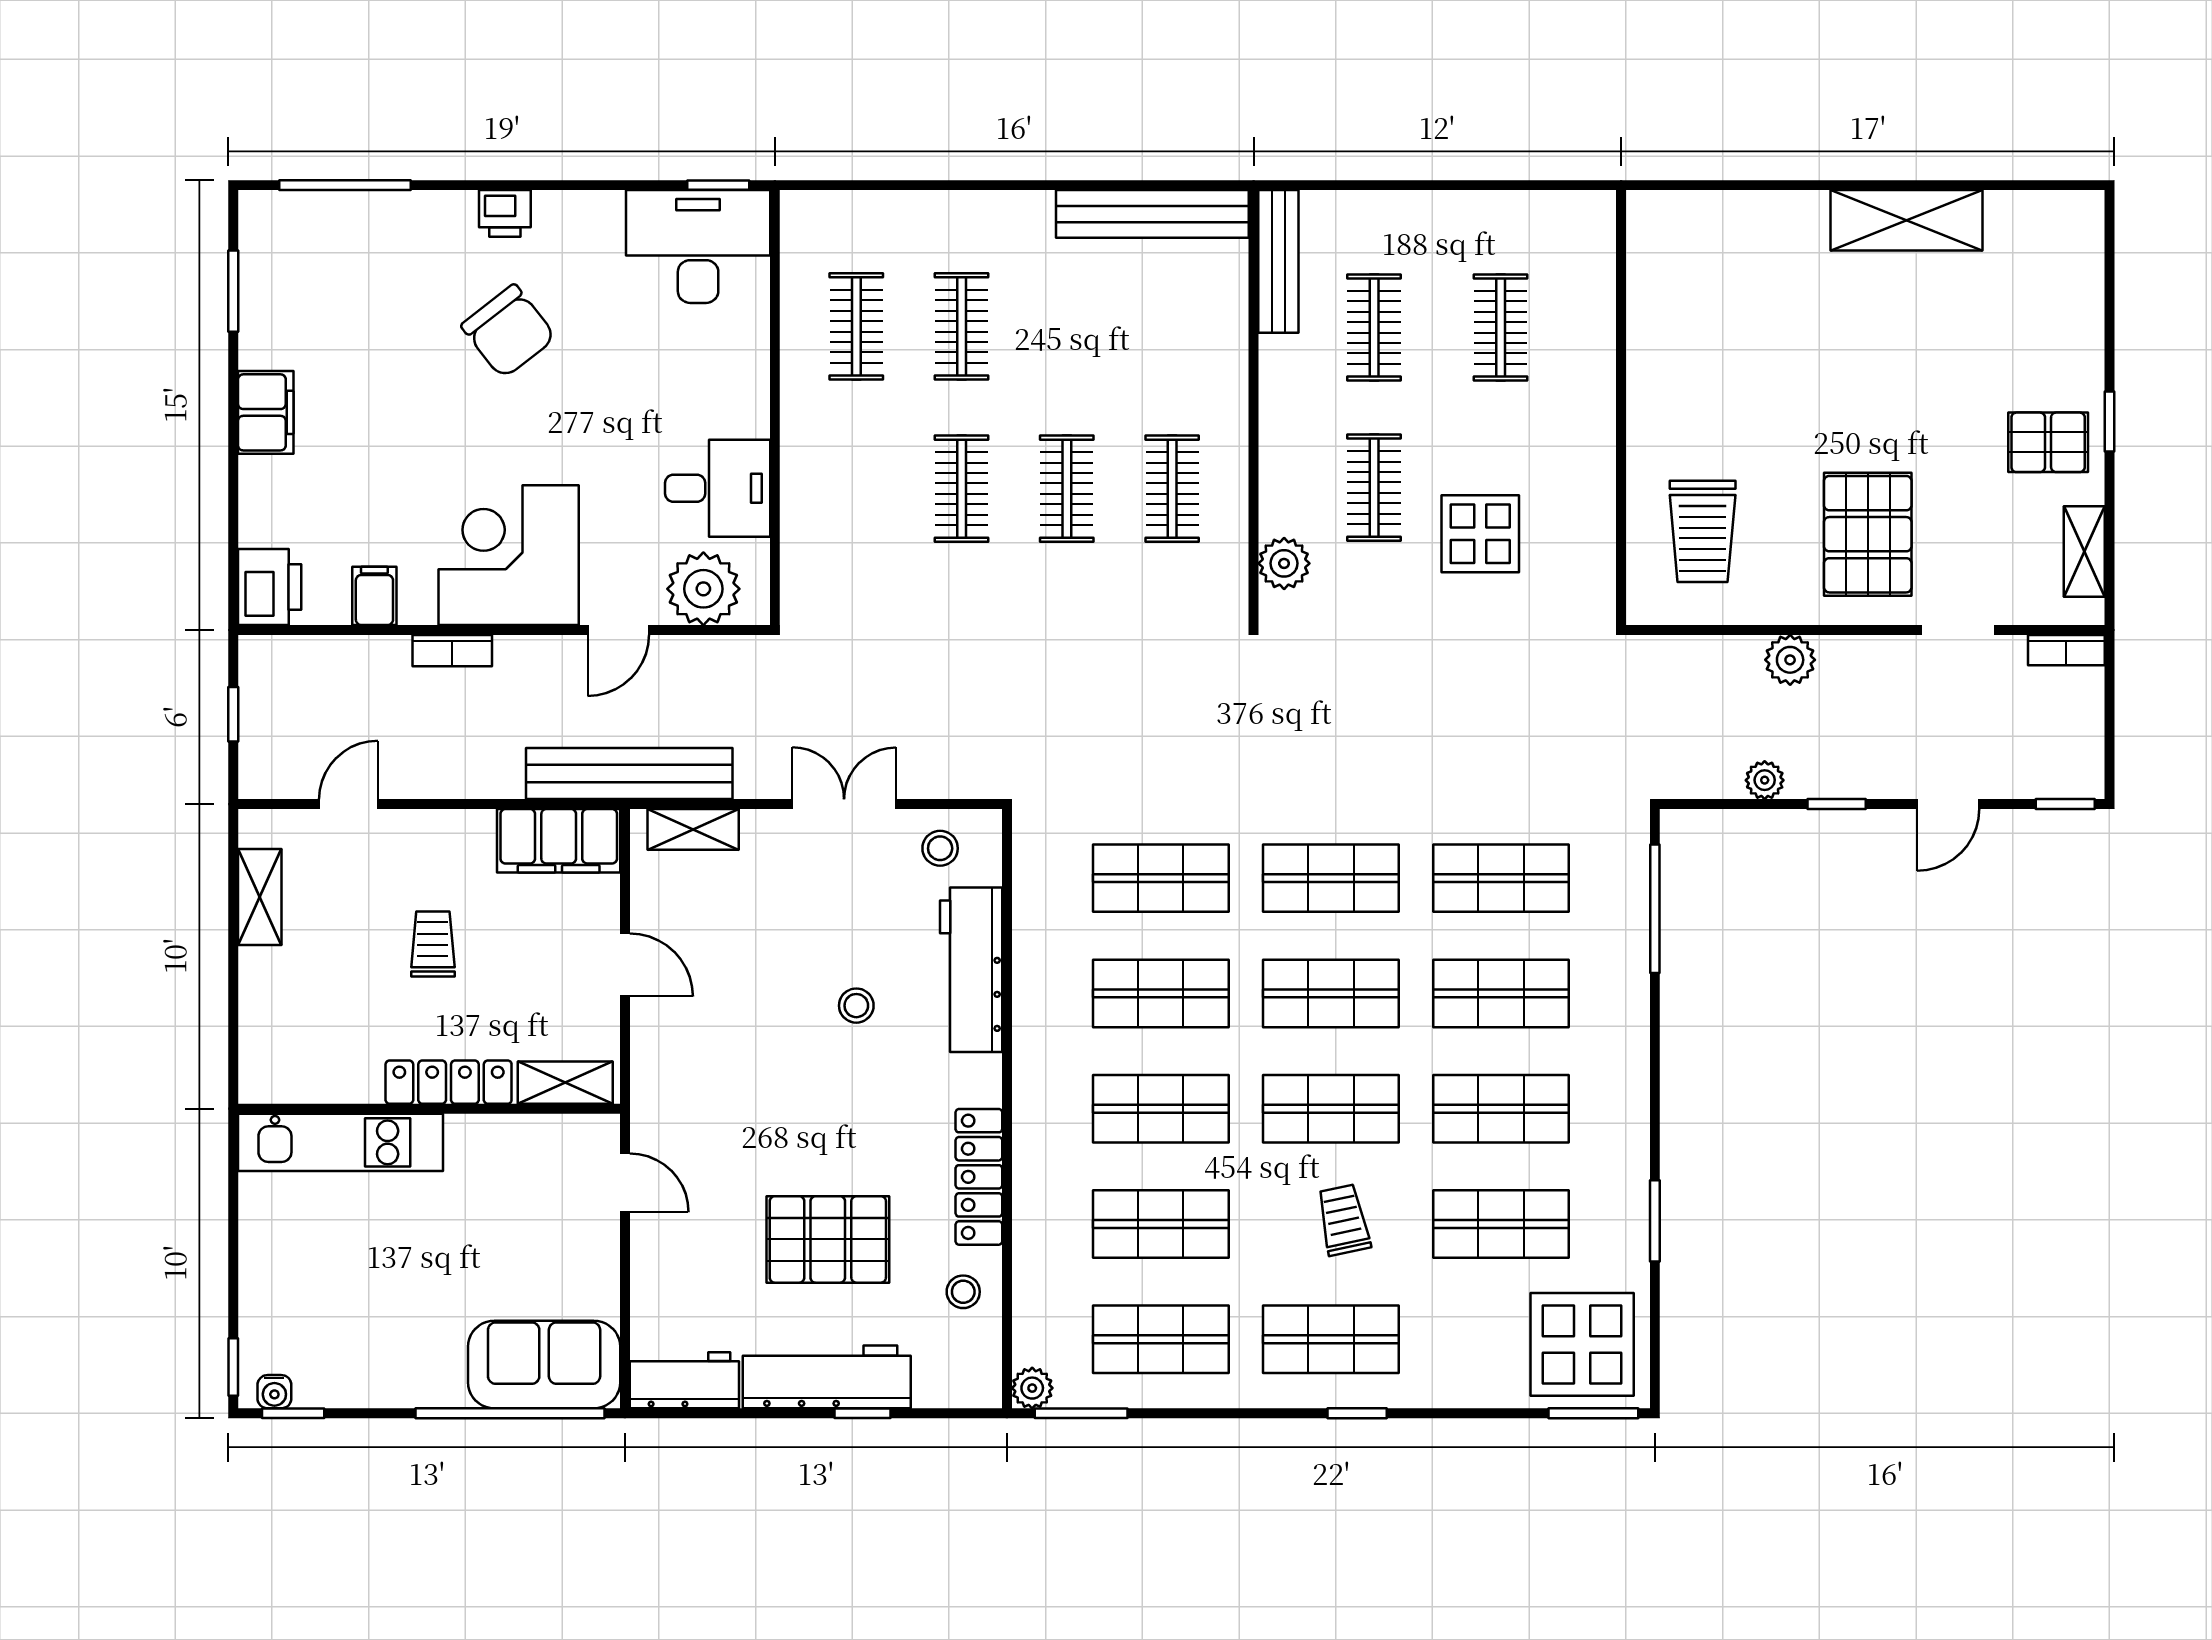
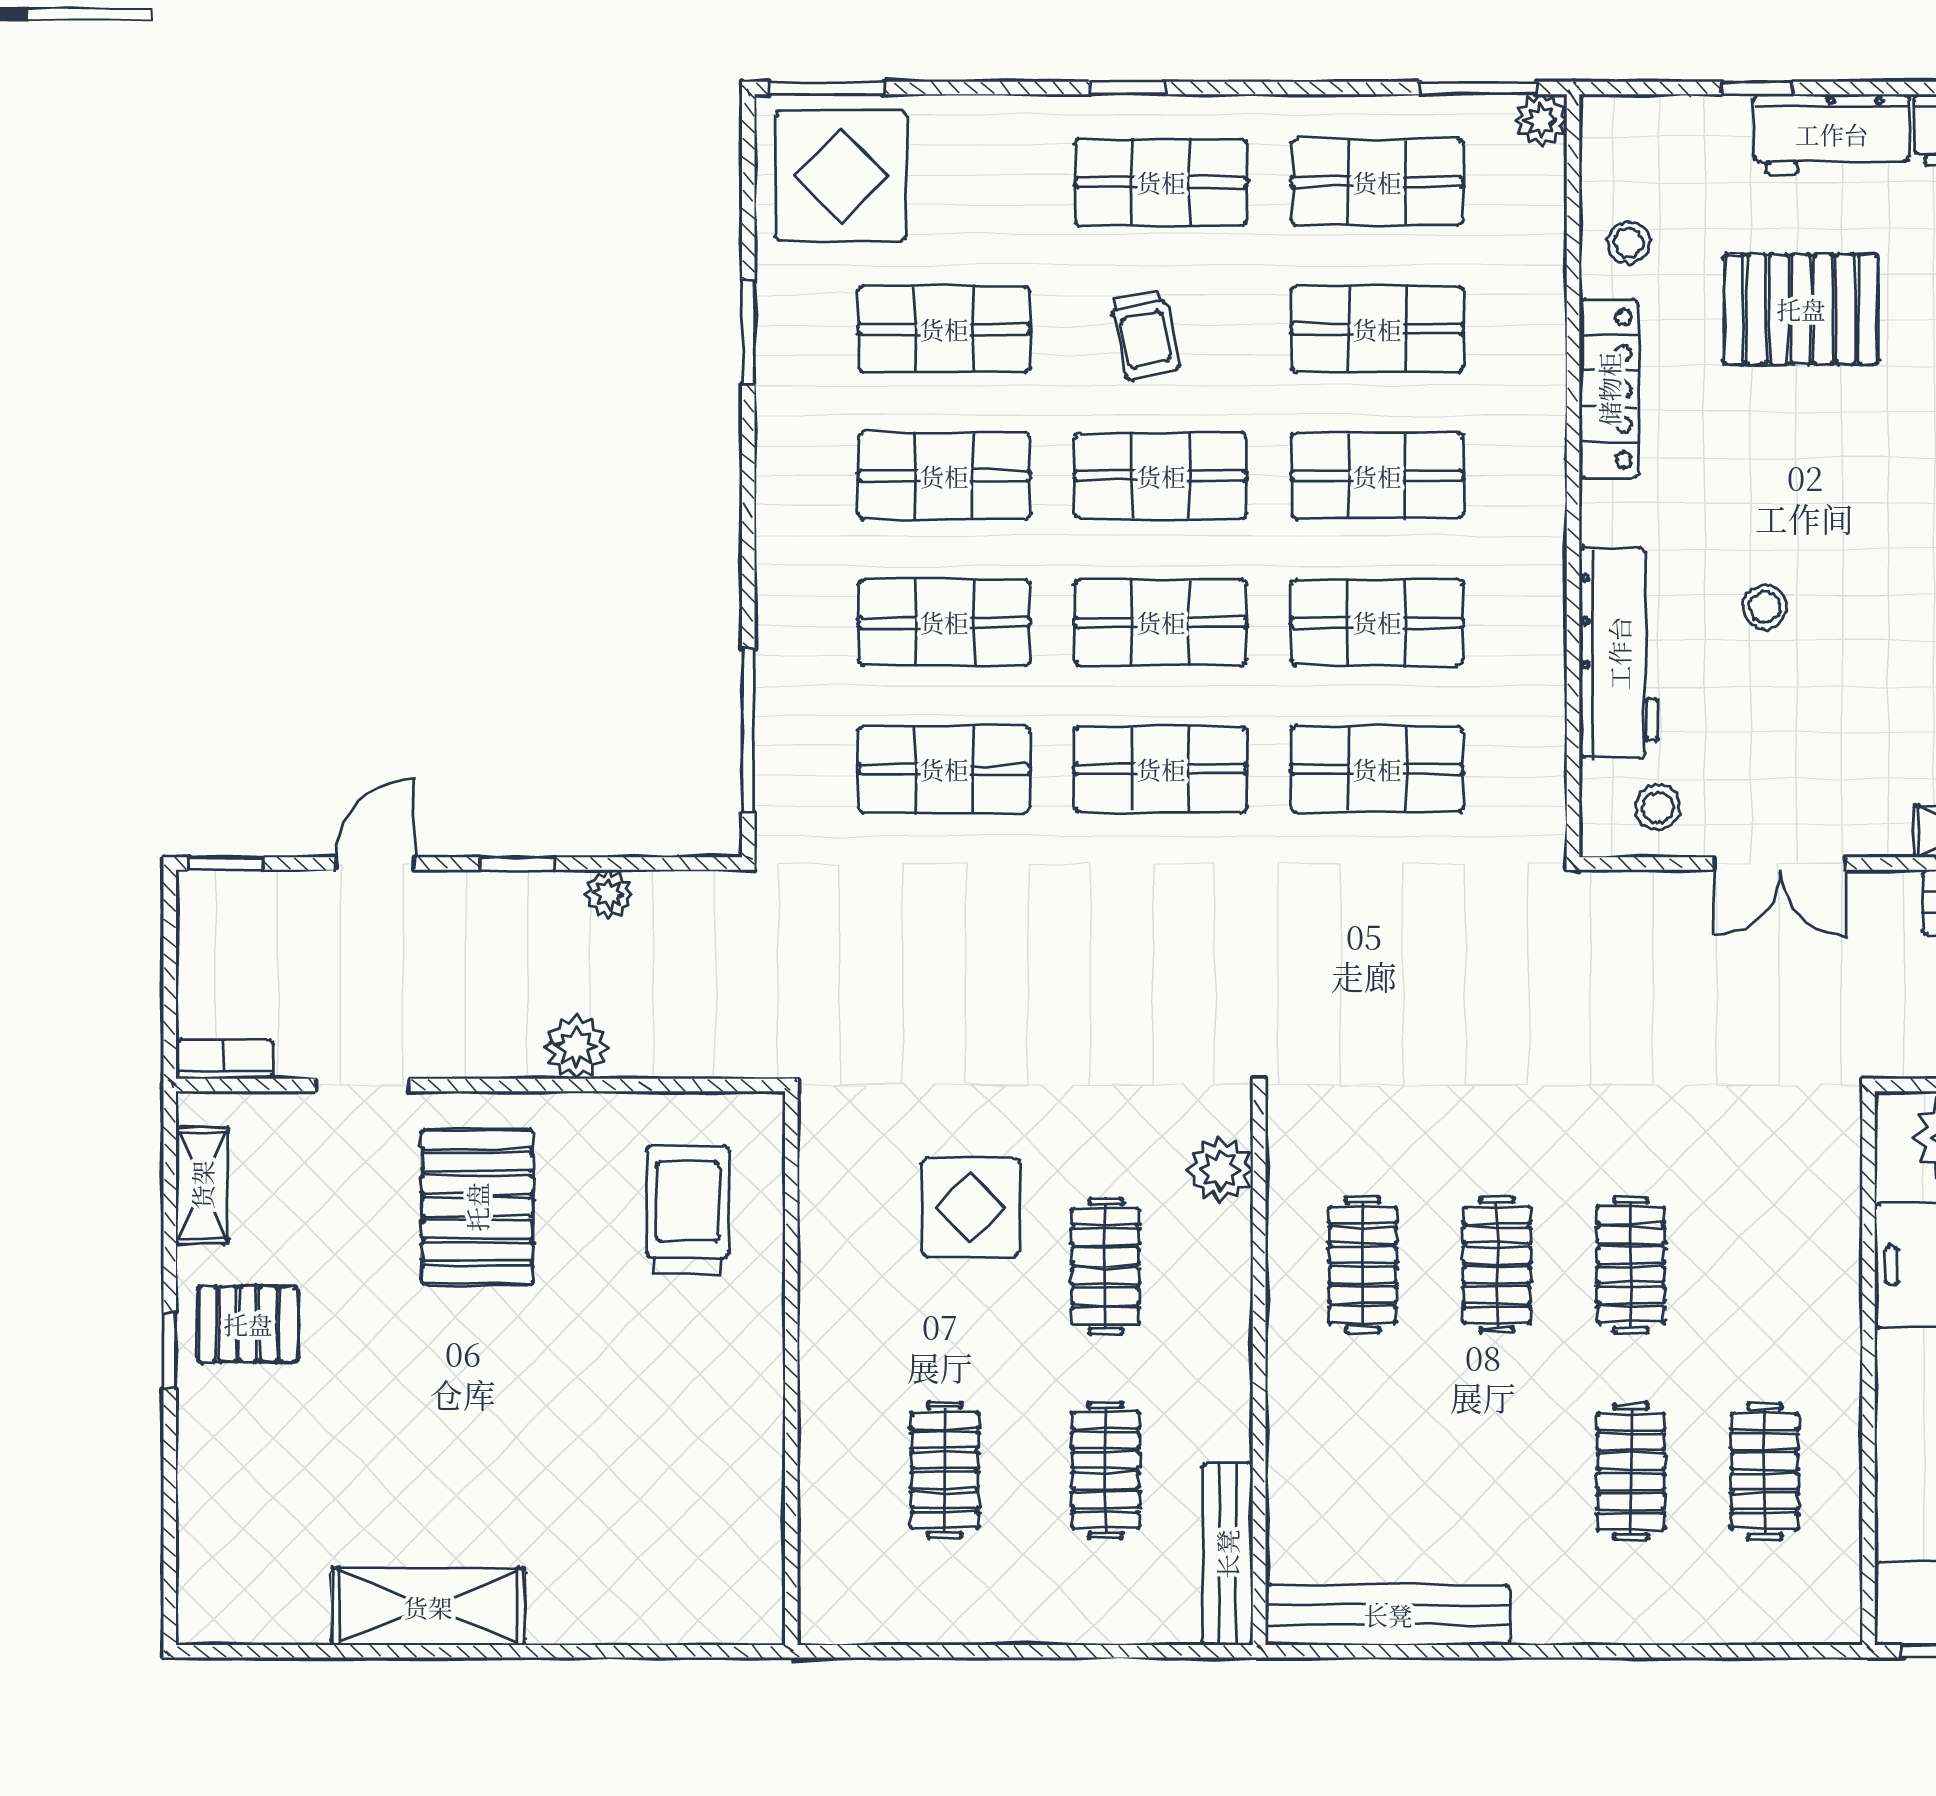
workbench: (827, 1377) -> (1832, 134), width x0.73

